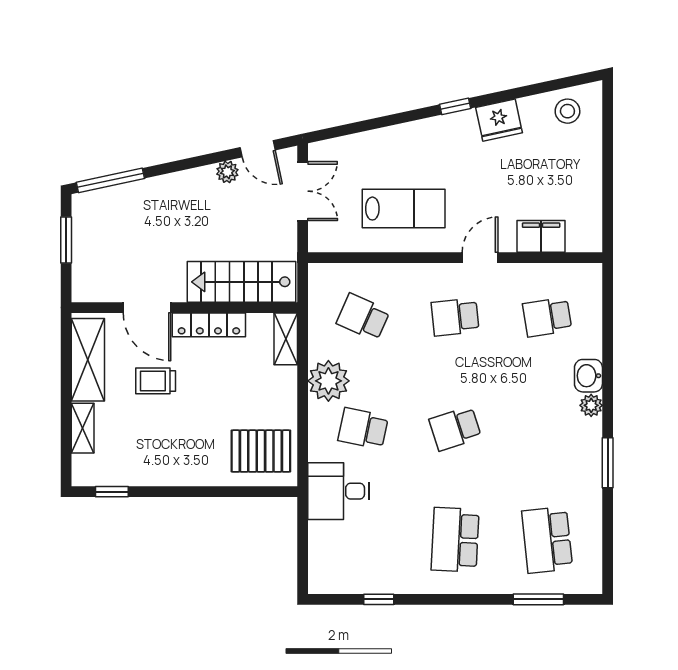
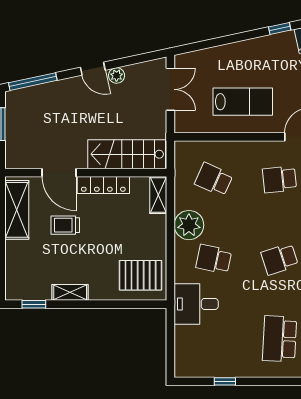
door: (258, 149) -> (93, 69), moved
shelving: (83, 428) -> (70, 292), moved, turned 90

